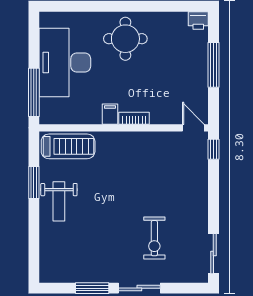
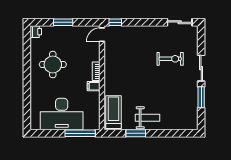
round table: (125, 39) -> (53, 64), moved
window: (213, 65) -> (63, 22), width x0.69

